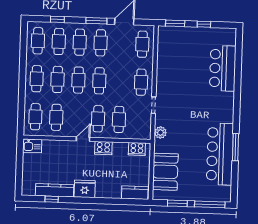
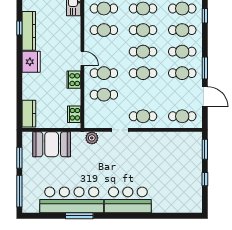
window: (57, 19) -> (205, 16), moved
bar counter: (223, 68) -> (128, 200), moved

